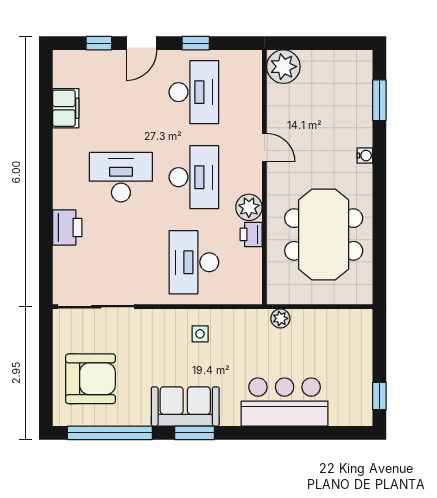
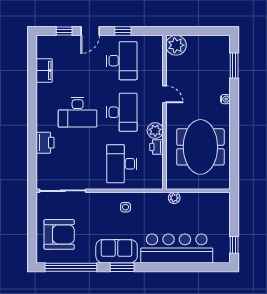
desk: (121, 177) -> (78, 112), turned 180
bar counter: (285, 402) -> (177, 248), width x1.36

